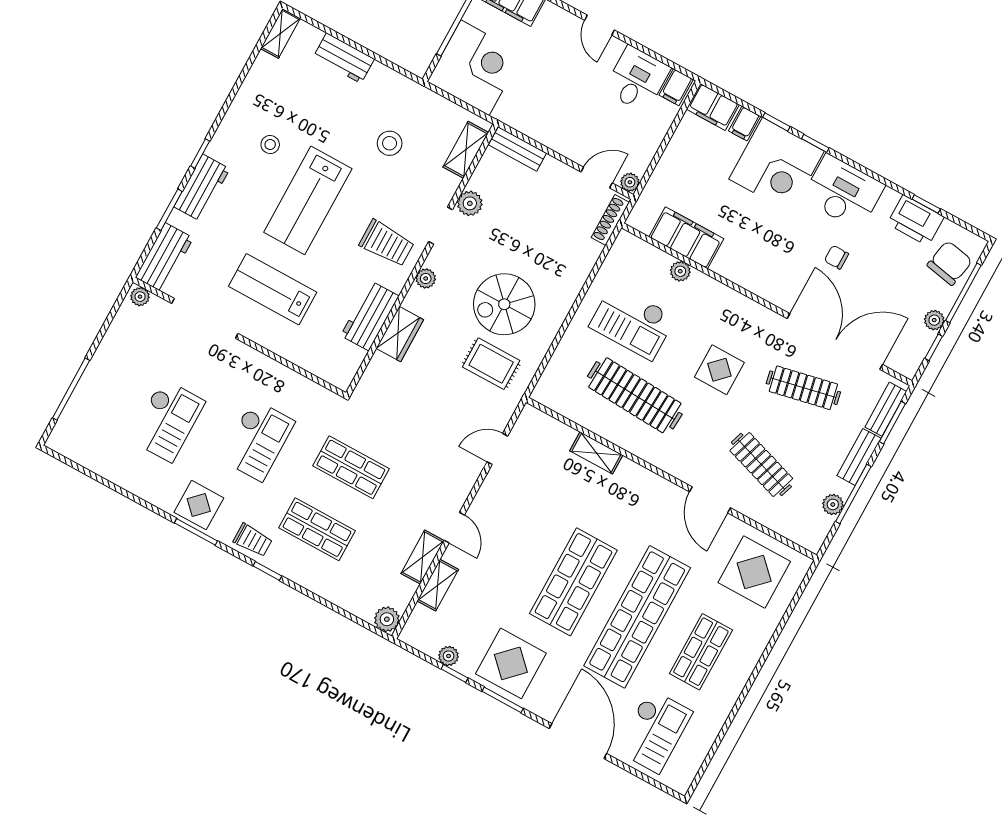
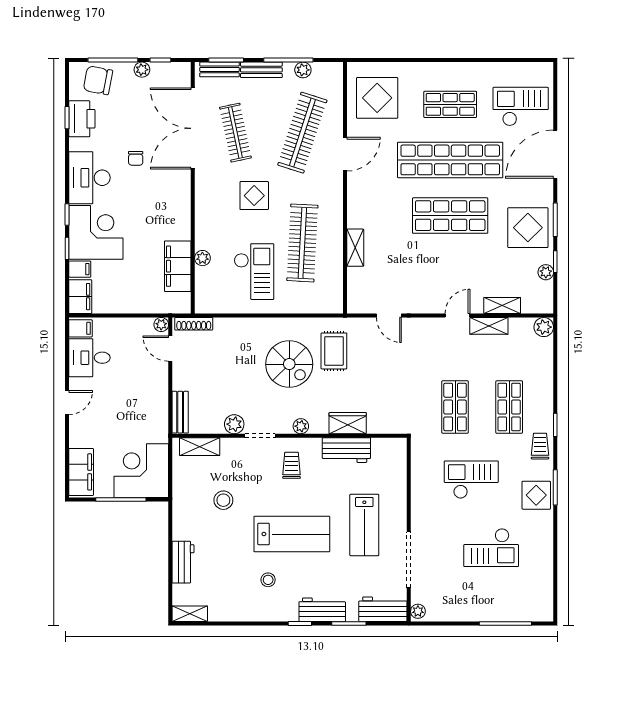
trolley: (387, 243) -> (292, 465), width x0.73, depth x0.72
checkout: (167, 420) -> (491, 548), turned 180
clothes rail: (761, 465) -> (302, 133), width x1.37, depth x1.31

